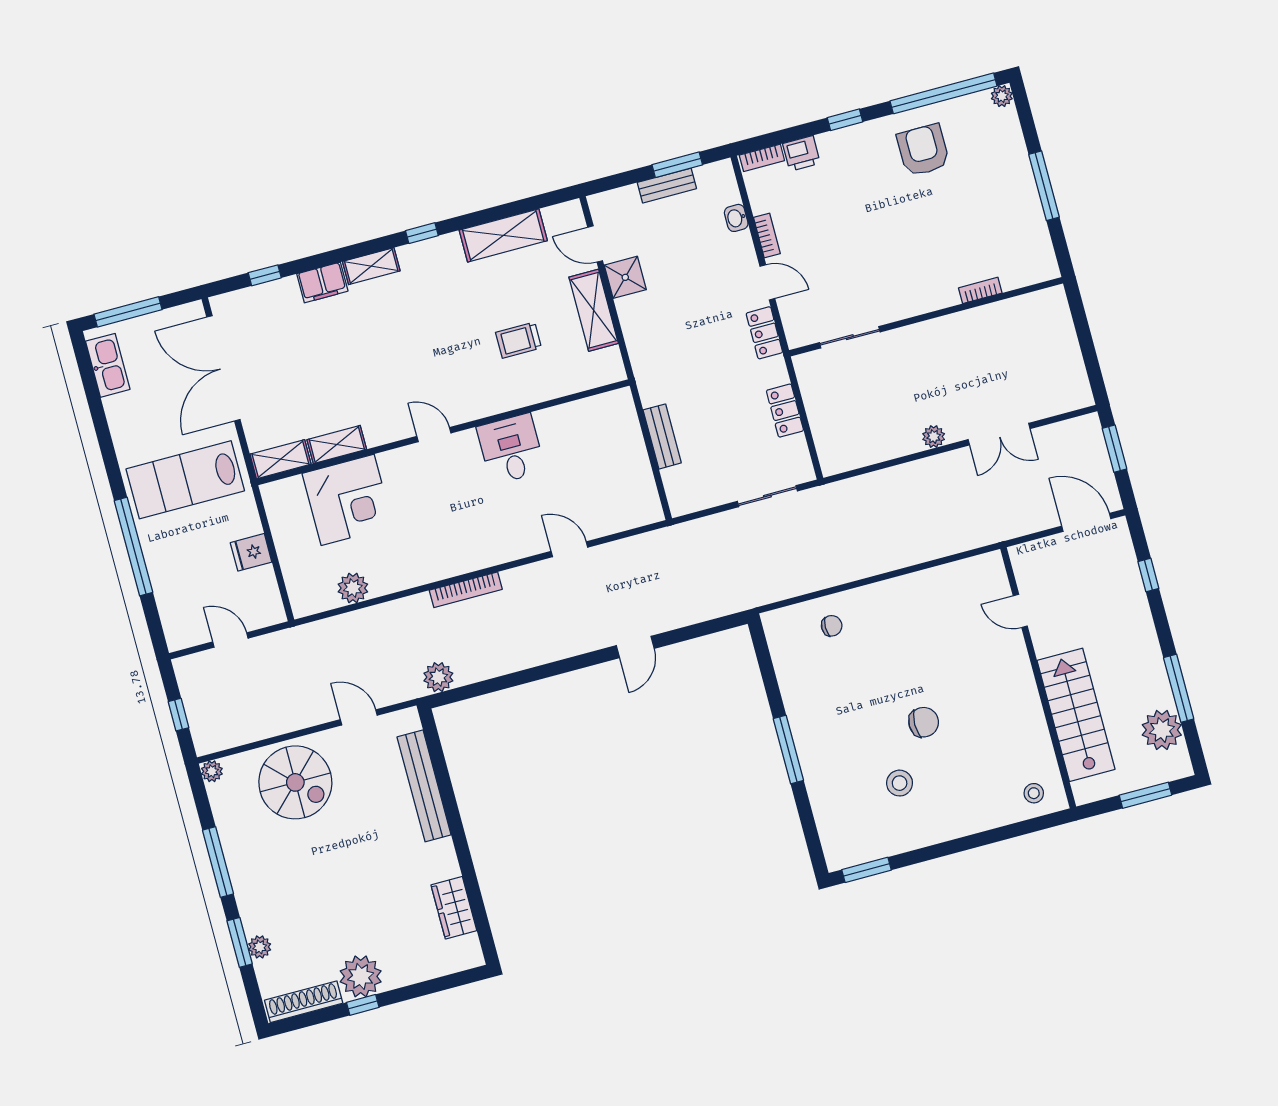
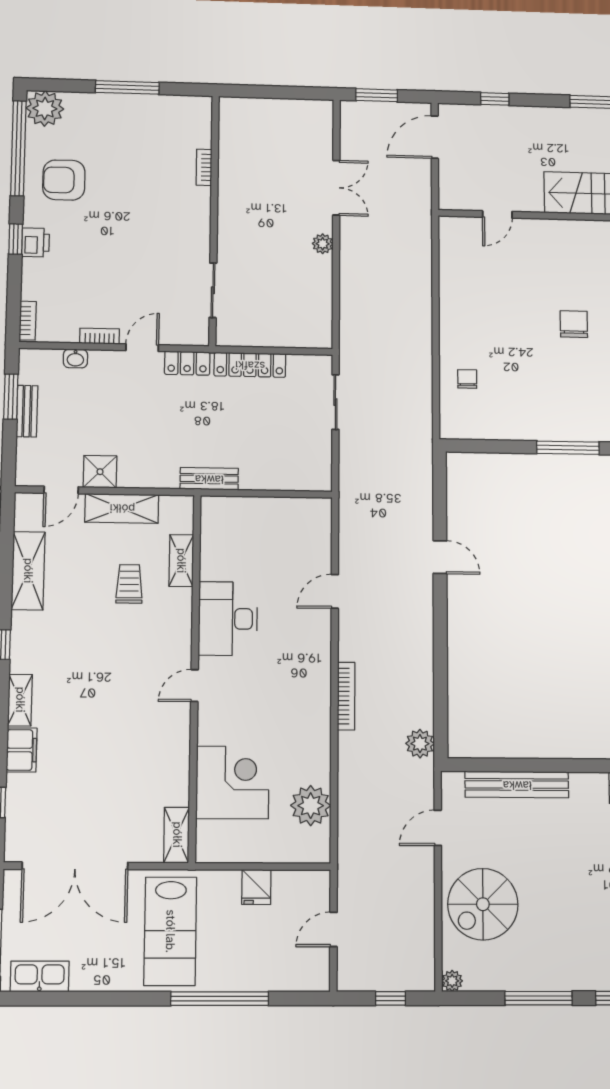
plant: (1002, 96) -> (45, 109), width x1.88, depth x1.88
printer: (801, 153) -> (35, 242), moved
trolley: (518, 340) -> (129, 584), turned 180
locker: (785, 411) -> (250, 365), width x1.53
bench: (662, 436) -> (209, 479), moved
shelving: (337, 445) -> (181, 561), moved
desk: (511, 449) -> (228, 619), width x1.37
plant: (353, 588) -> (311, 806), width x1.36, depth x1.36
spiral stairs: (295, 782) -> (483, 904), turned 180

